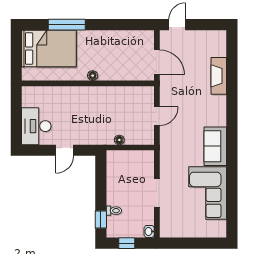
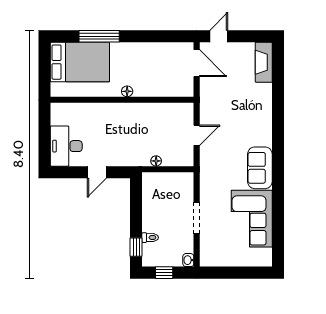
door: (157, 62) -> (197, 63), moved
fireplace: (219, 76) -> (264, 62), moved

